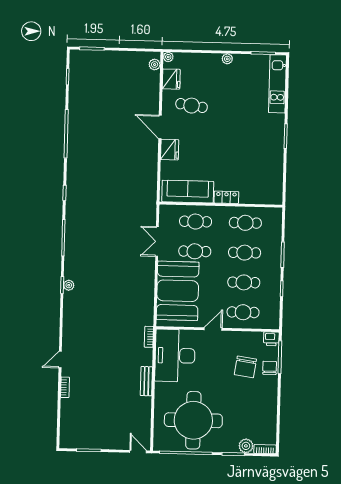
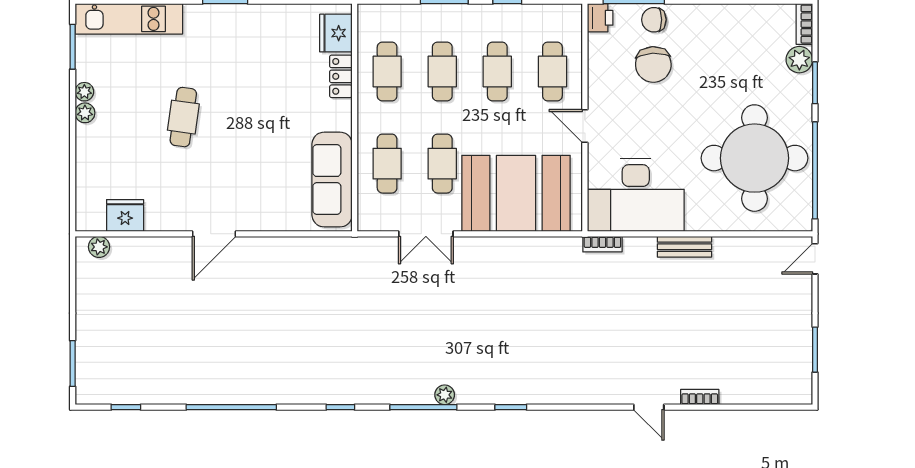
plant: (168, 57) -> (84, 92), moved
cafe table: (192, 106) -> (183, 117), moved
fridge: (170, 150) -> (336, 33), moved, turned -90
locker: (226, 197) -> (341, 76), moved
plant: (69, 285) -> (445, 395), moved
chair: (245, 367) -> (653, 64), turned 79

